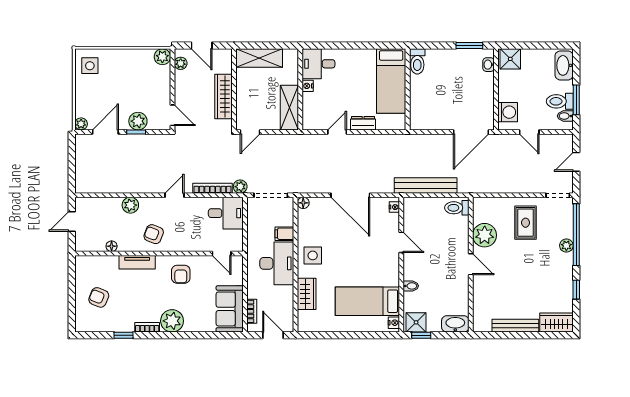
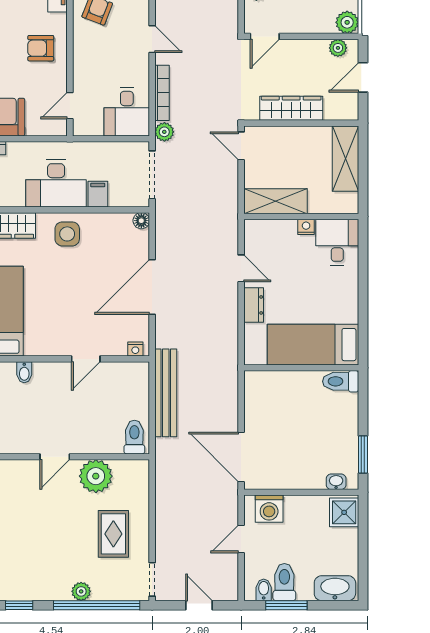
rug: (526, 223) -> (113, 534), turned 90

